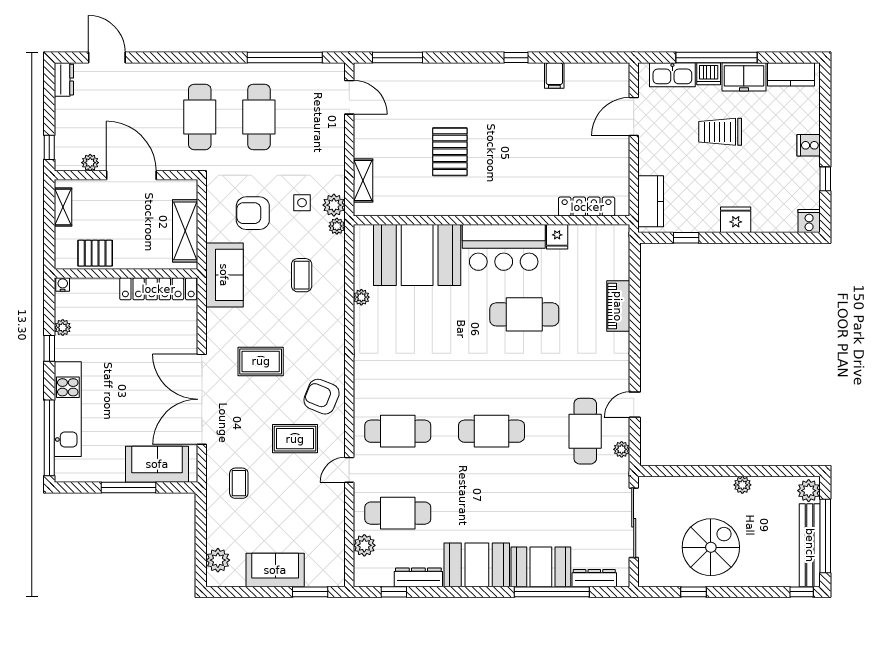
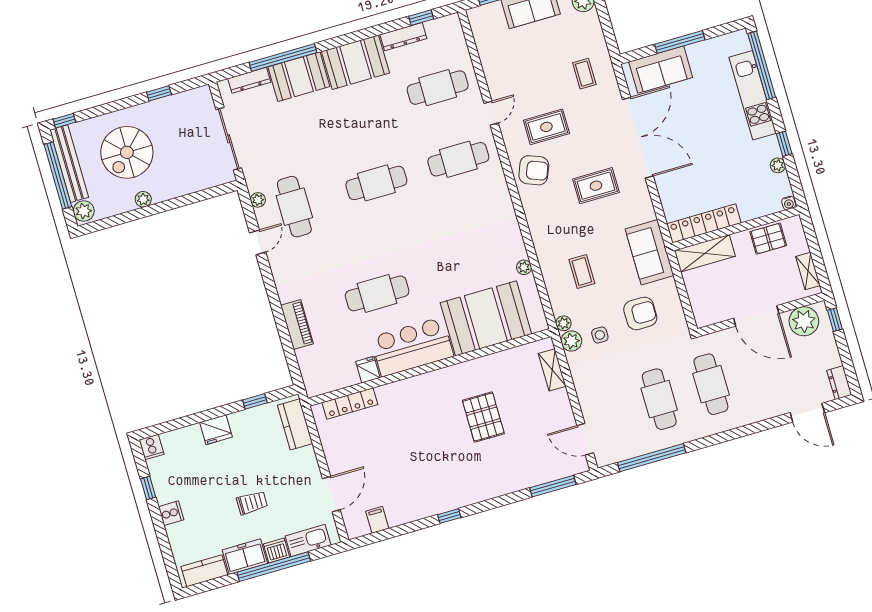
filing cabinet: (554, 75) -> (377, 520), moved
trolley: (720, 132) -> (252, 503), width x0.73, depth x0.72
plant: (90, 163) -> (804, 321), width x1.88, depth x1.88
shelving: (185, 231) -> (705, 253), moved, turned 90
plant: (364, 545) -> (459, 51), removed
spiral stairs: (711, 547) -> (127, 152), moved

